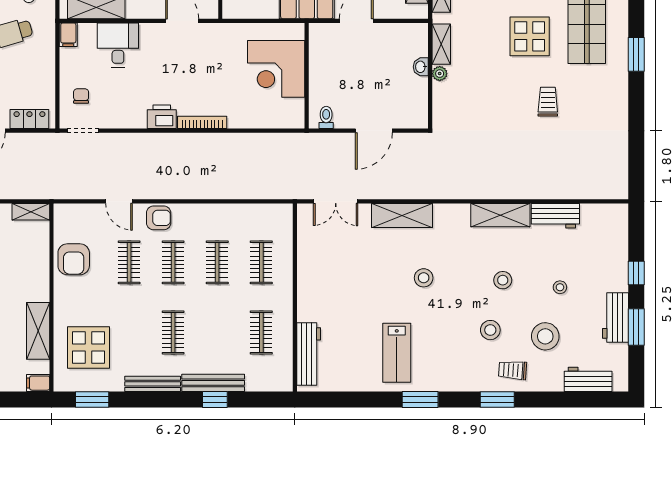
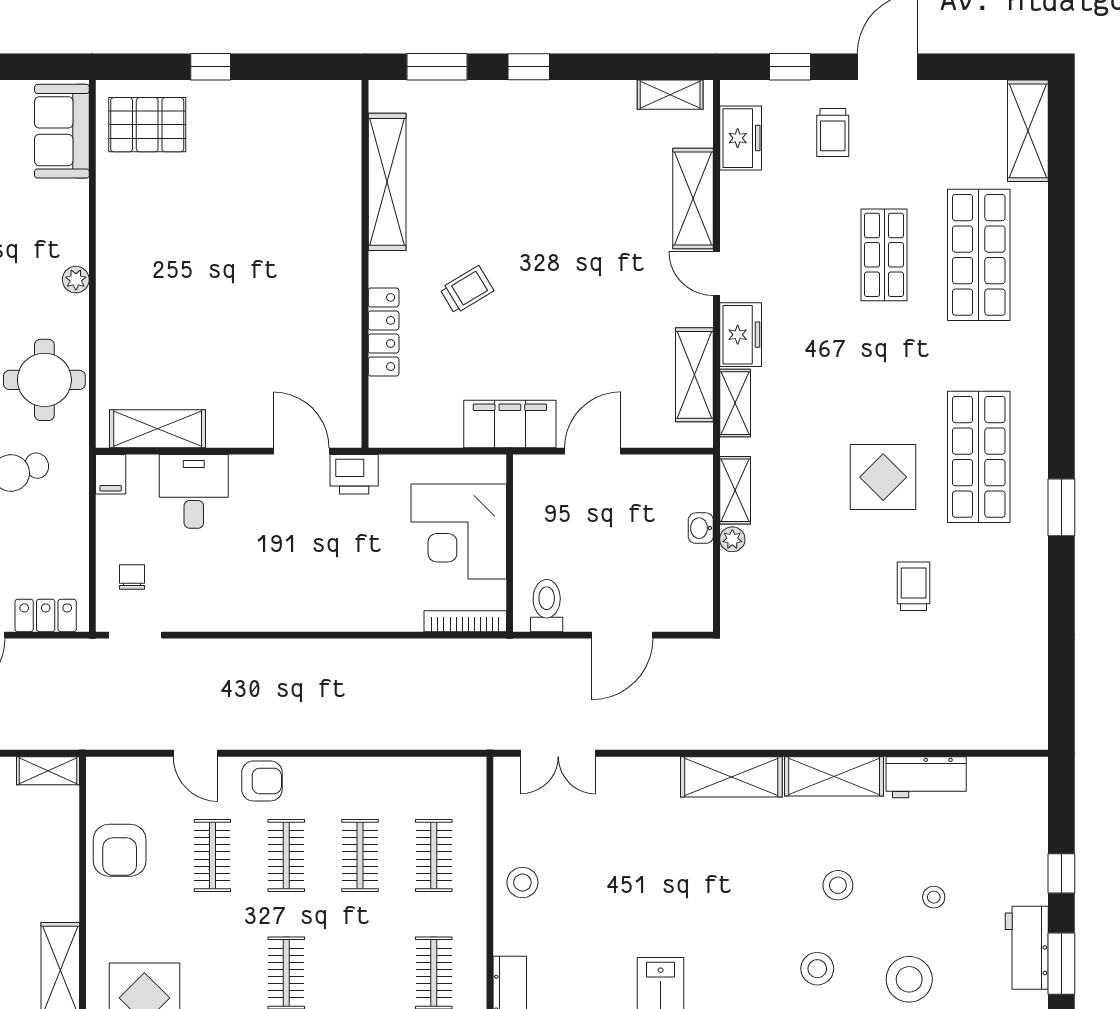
printer: (162, 117) -> (354, 474), moved, turned 180
toilet: (326, 117) -> (547, 606), width x1.37, depth x1.39
bookcase: (202, 122) -> (465, 621), moved
shelving: (402, 215) -> (731, 777), moved
stool: (424, 278) -> (522, 882), moved

